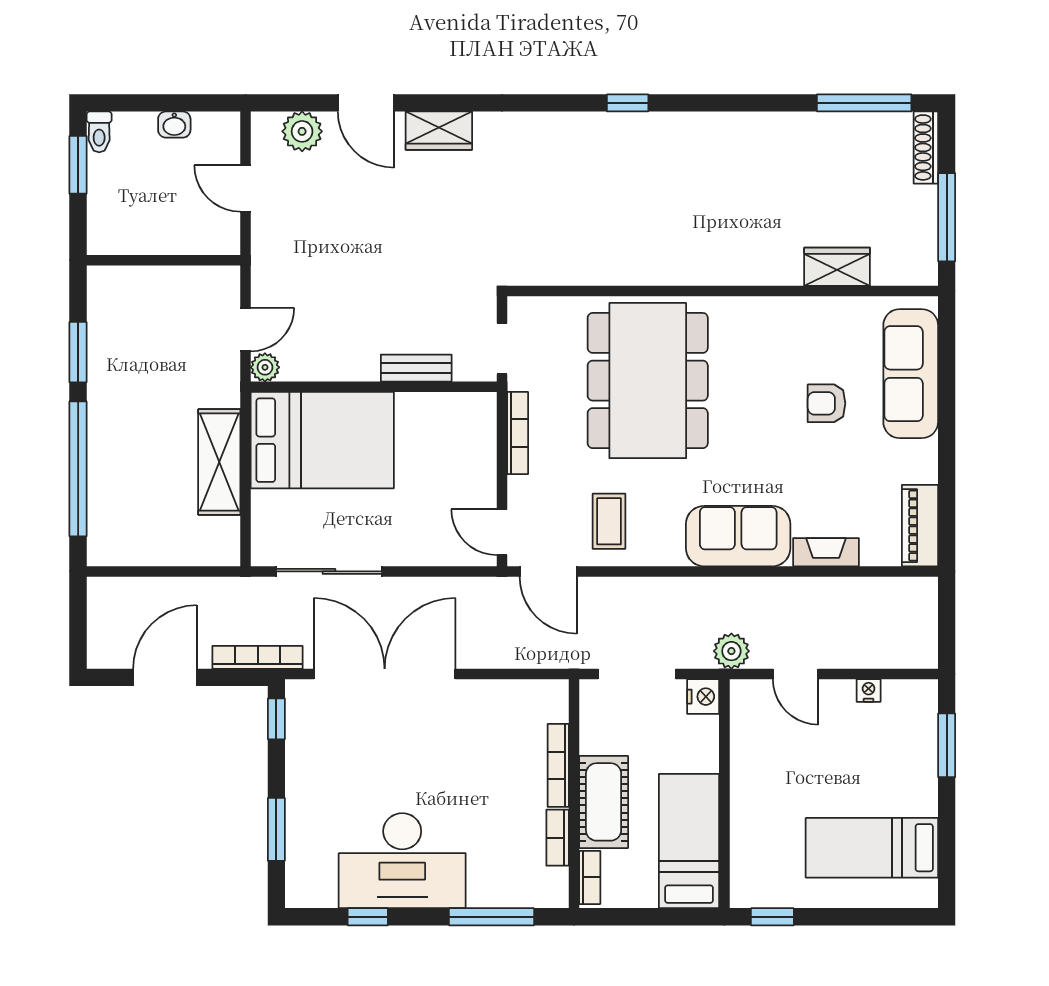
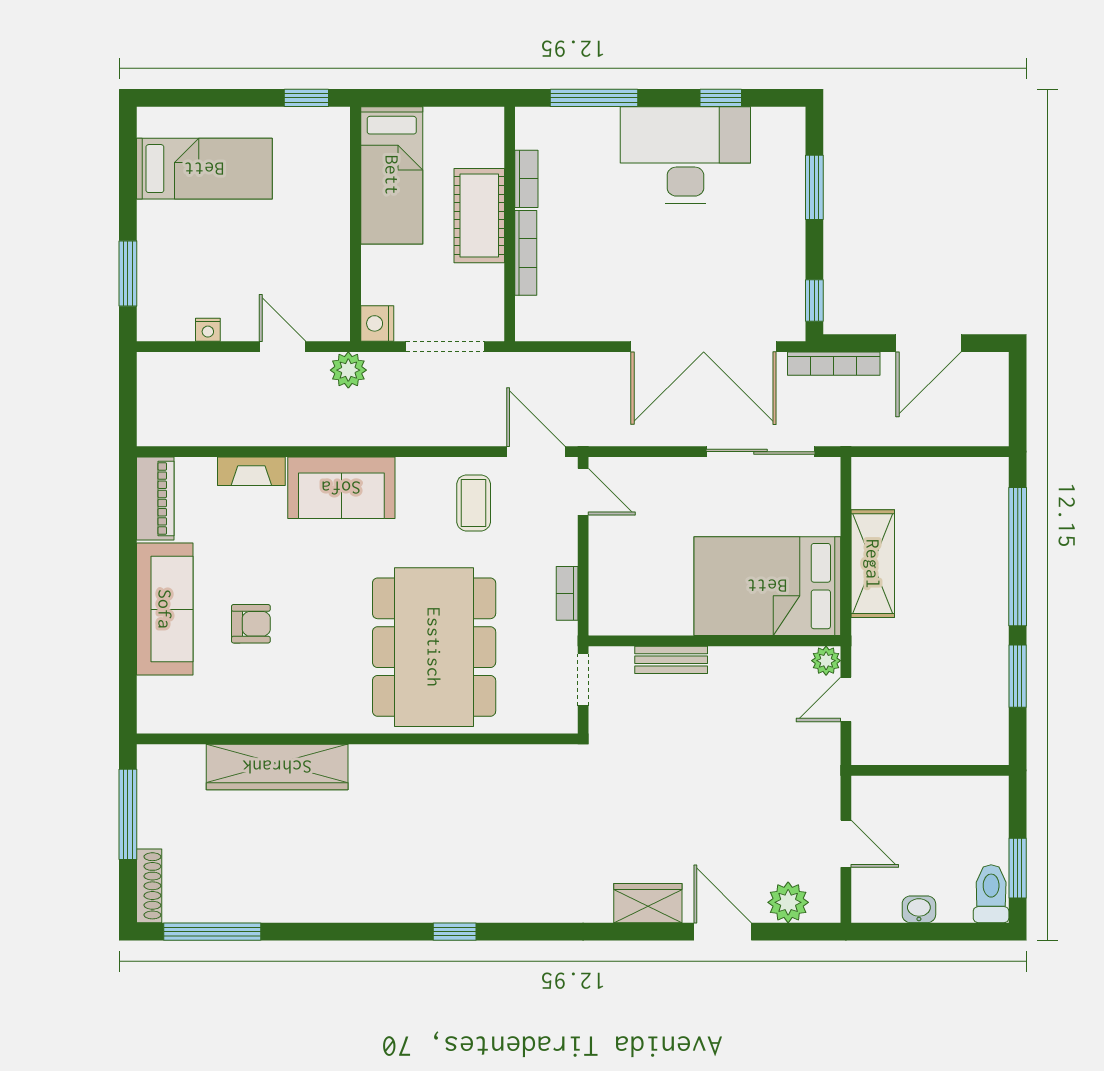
toilet: (99, 132) -> (991, 894), width x1.37, depth x1.39
wardrobe: (837, 267) -> (277, 767), width x2.10, depth x1.17
sofa: (911, 374) -> (165, 609), moved
bookcase: (518, 433) -> (567, 593), width x0.64
bookcase: (590, 877) -> (493, 138), removed

